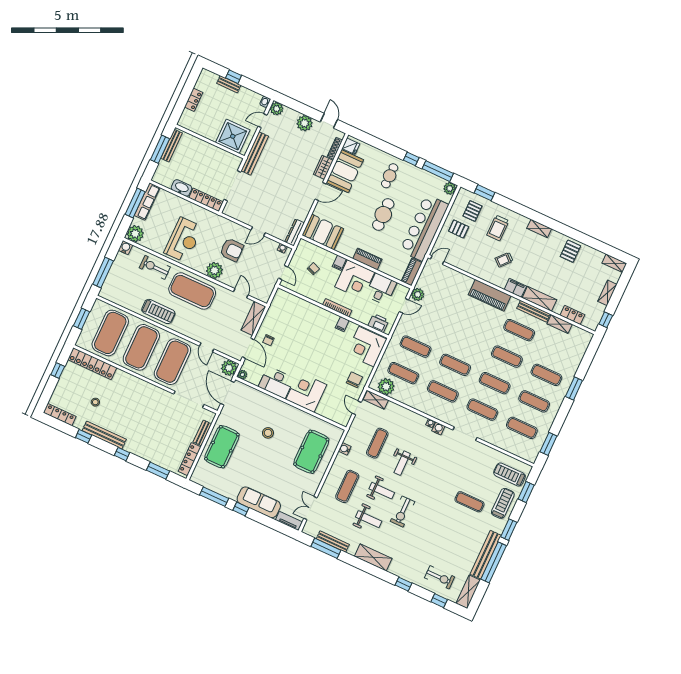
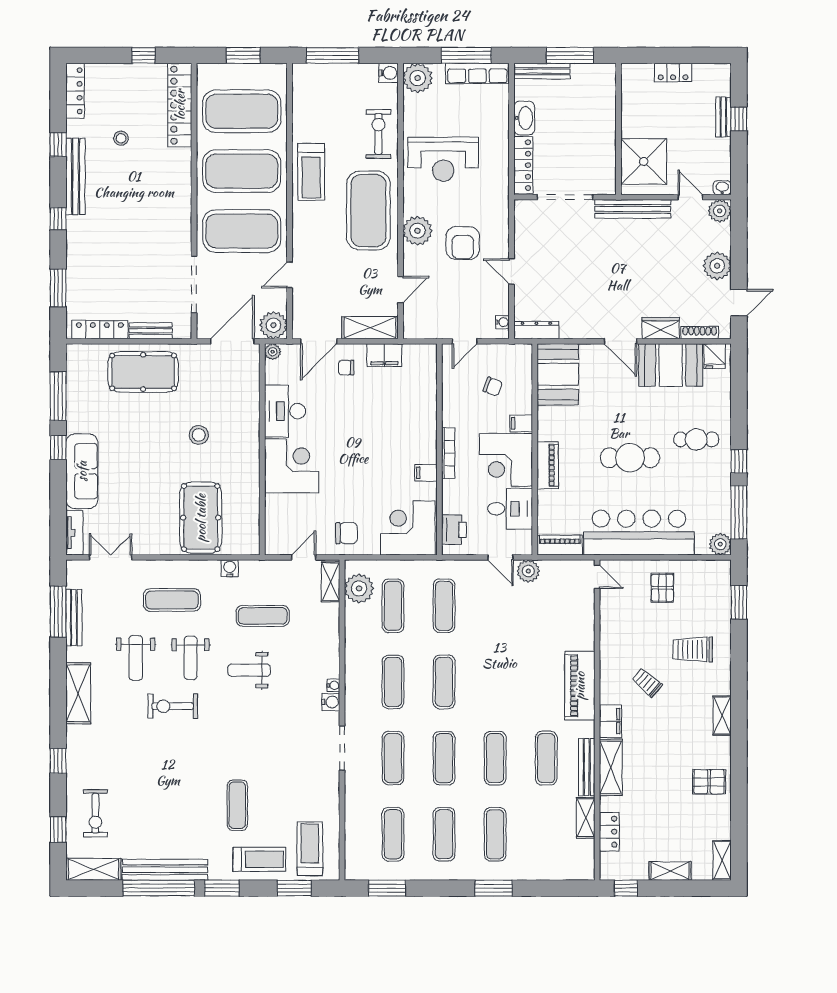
bench: (171, 146) -> (542, 71), moved
pallet: (472, 211) -> (701, 597), removed
filing cabinet: (271, 317) -> (384, 355), added
pool table: (311, 452) -> (201, 518), turned 90

